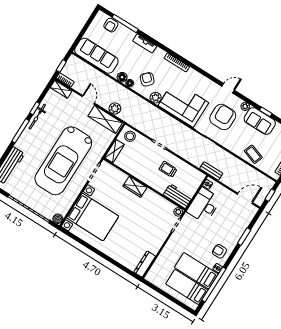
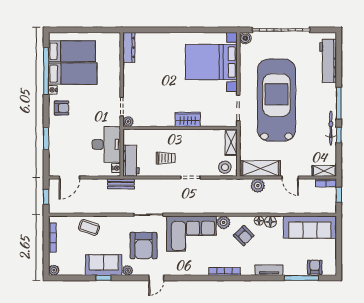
workbench: (178, 196) -> (131, 161), moved, turned -90

